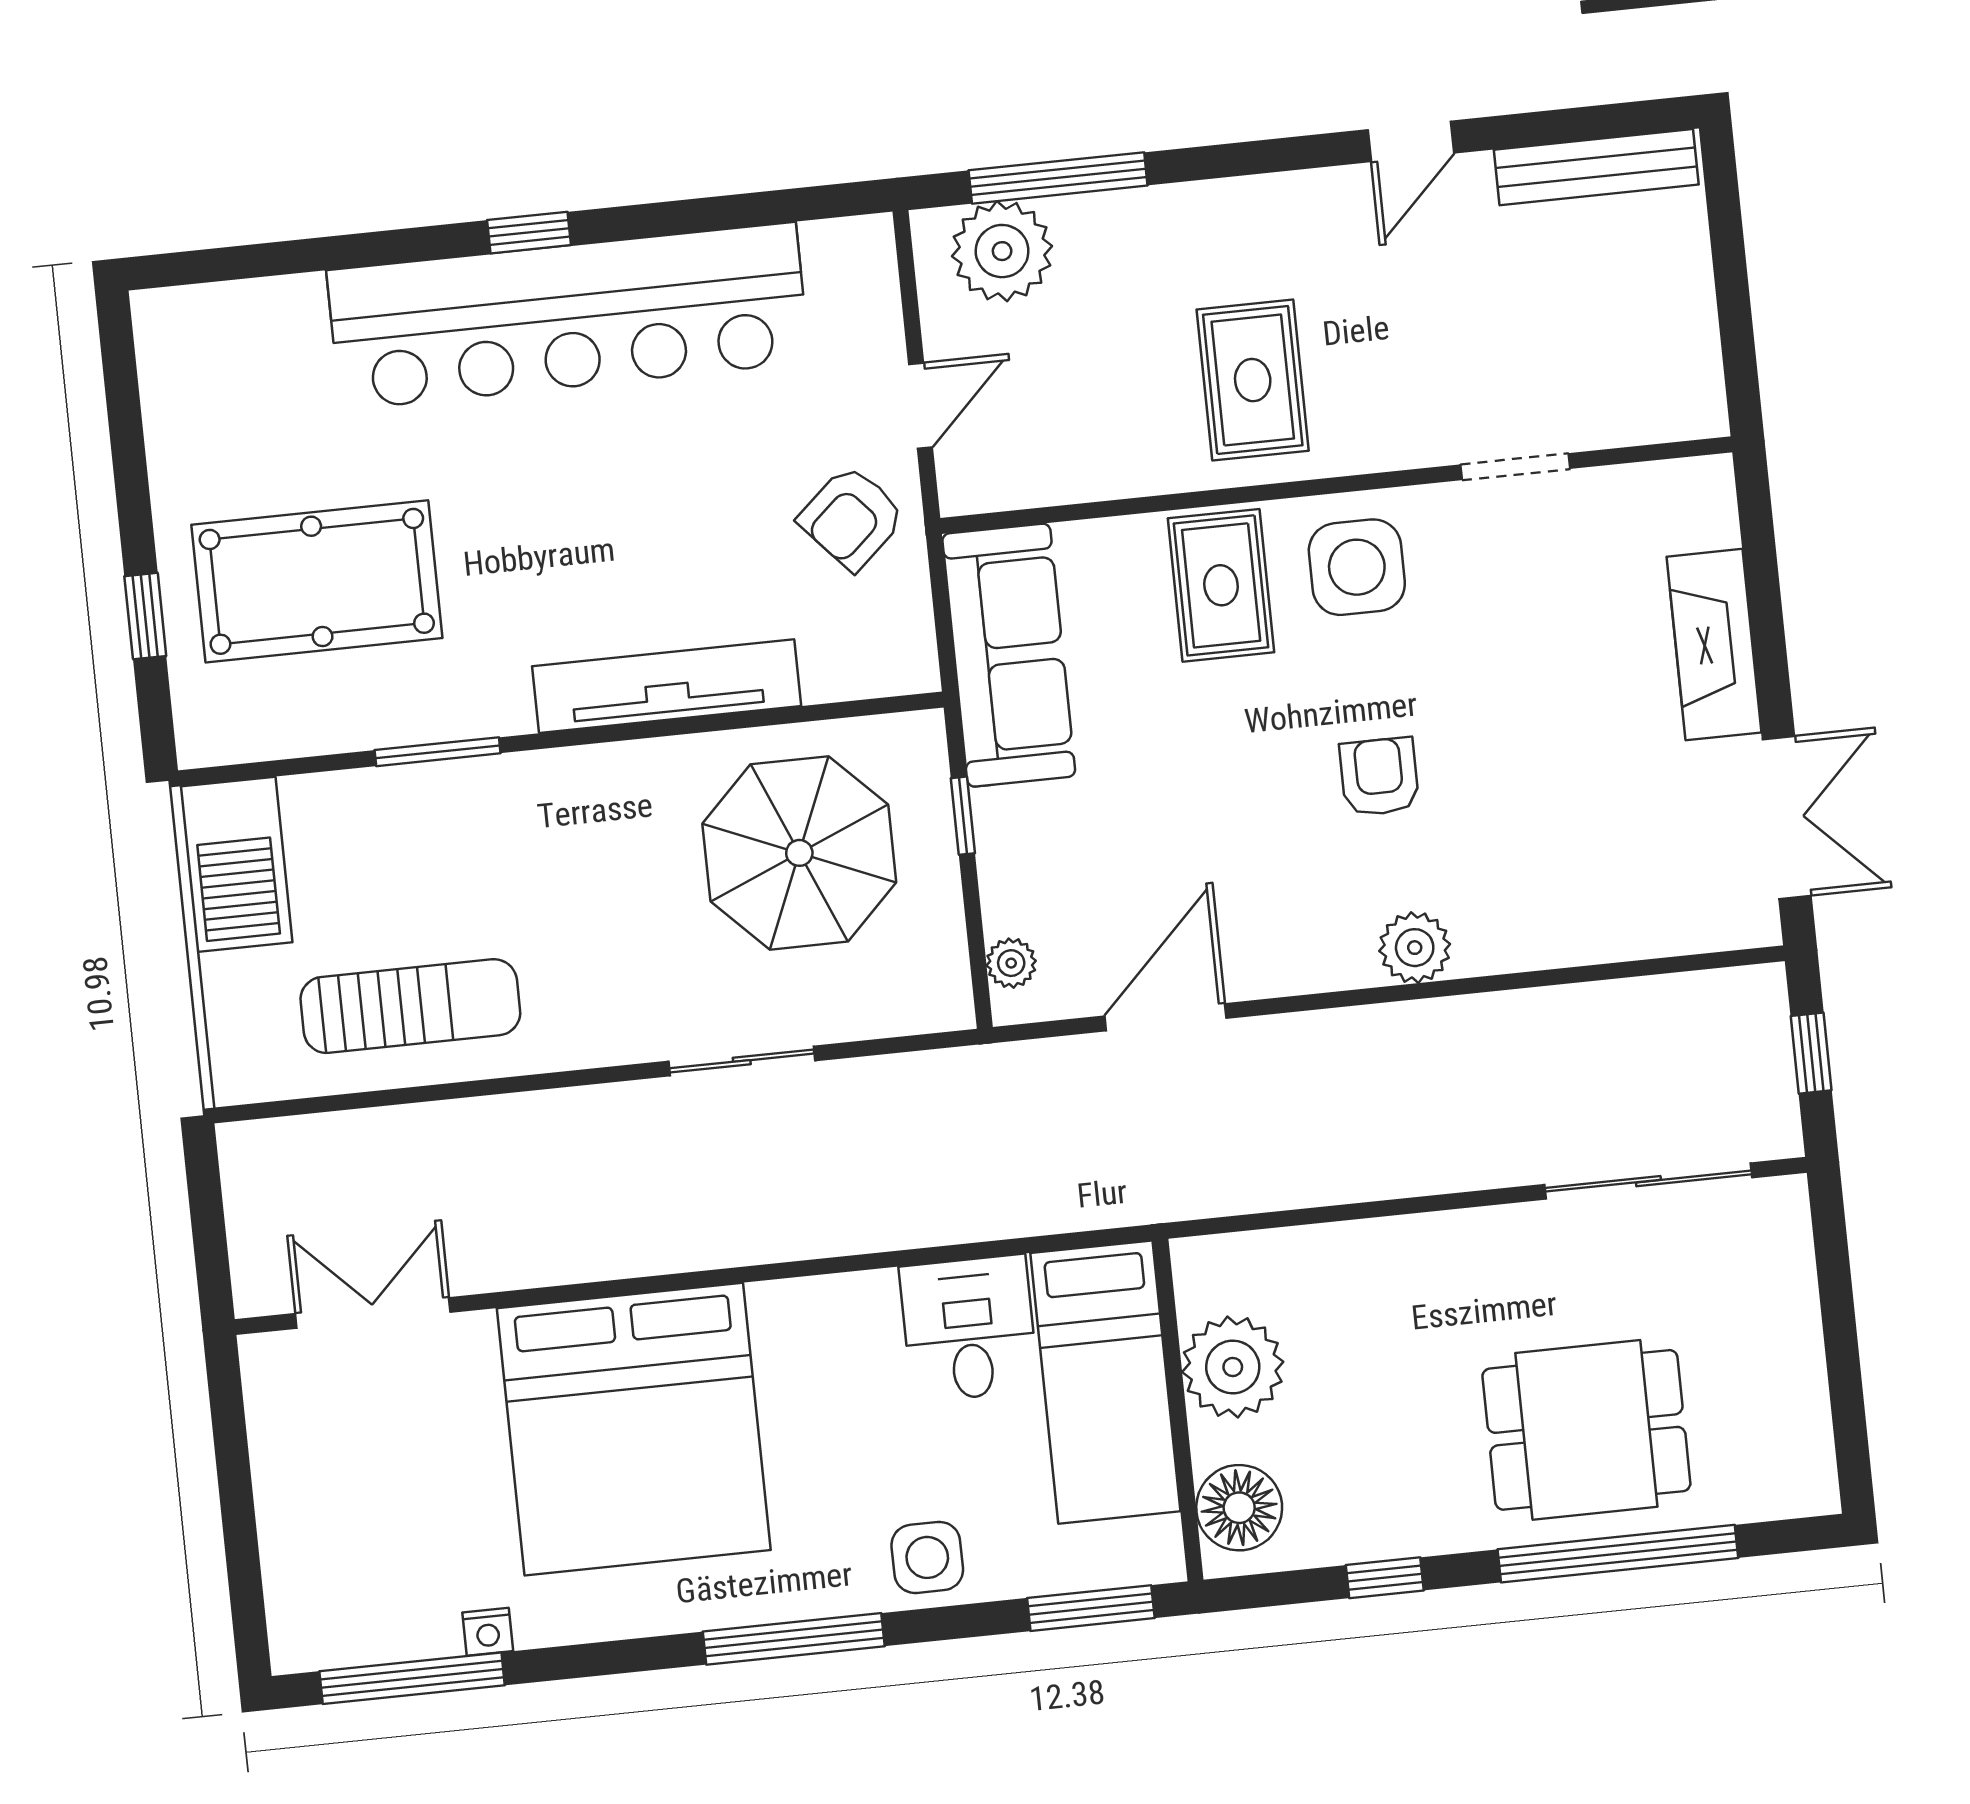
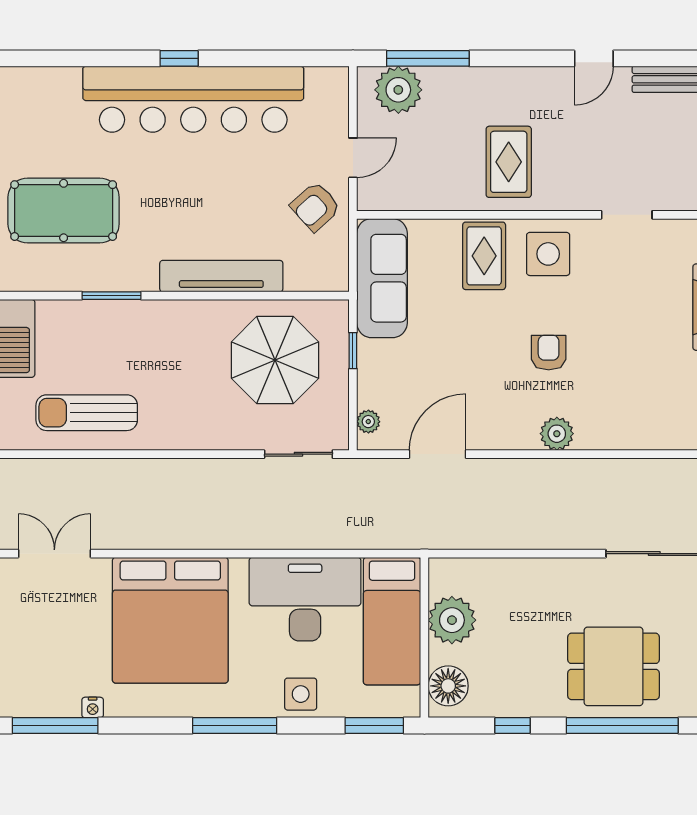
sun lounger: (410, 1006) -> (87, 413), turned 180
sliding door: (742, 1061) -> (298, 454), moved
desk: (969, 1328) -> (305, 599), width x1.87, depth x1.30

